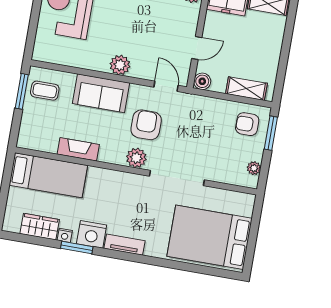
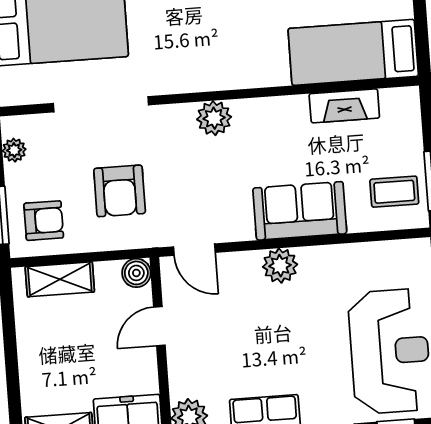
armchair: (146, 125) -> (120, 191), moved
fireplace: (78, 149) -> (344, 106), moved
doorway: (177, 178) -> (101, 104), moved

